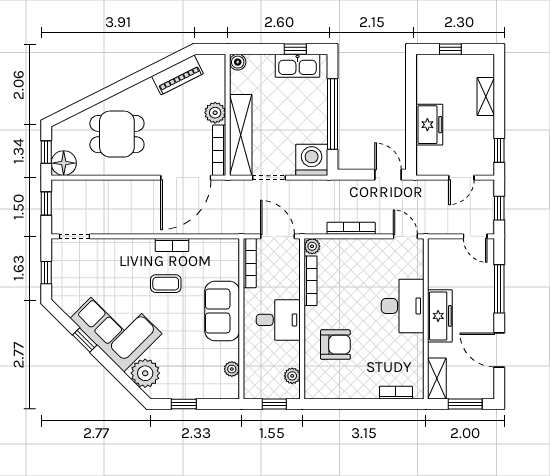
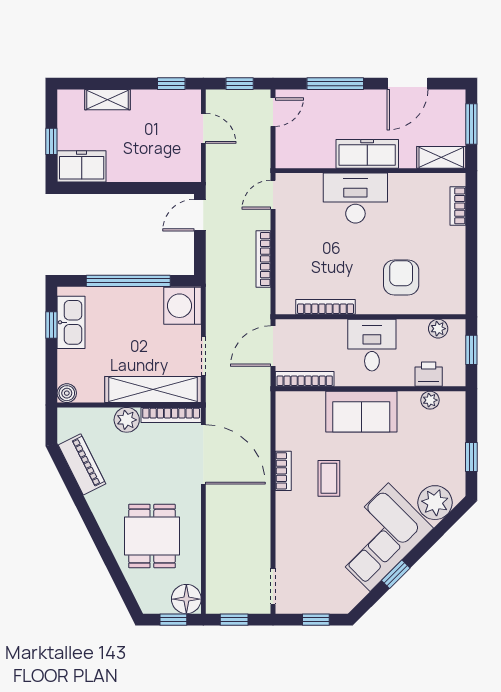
freezer: (429, 125) -> (82, 166), moved
plant: (312, 246) -> (285, 305), removed
printer: (254, 368) -> (429, 374), added

